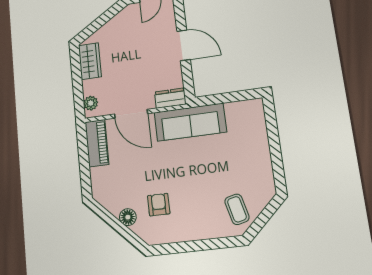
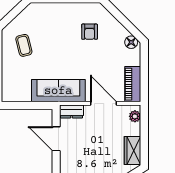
door: (184, 45) -> (56, 139), moved
coffee table: (237, 209) -> (24, 45), moved
floor lamp: (128, 217) -> (131, 42), moved

